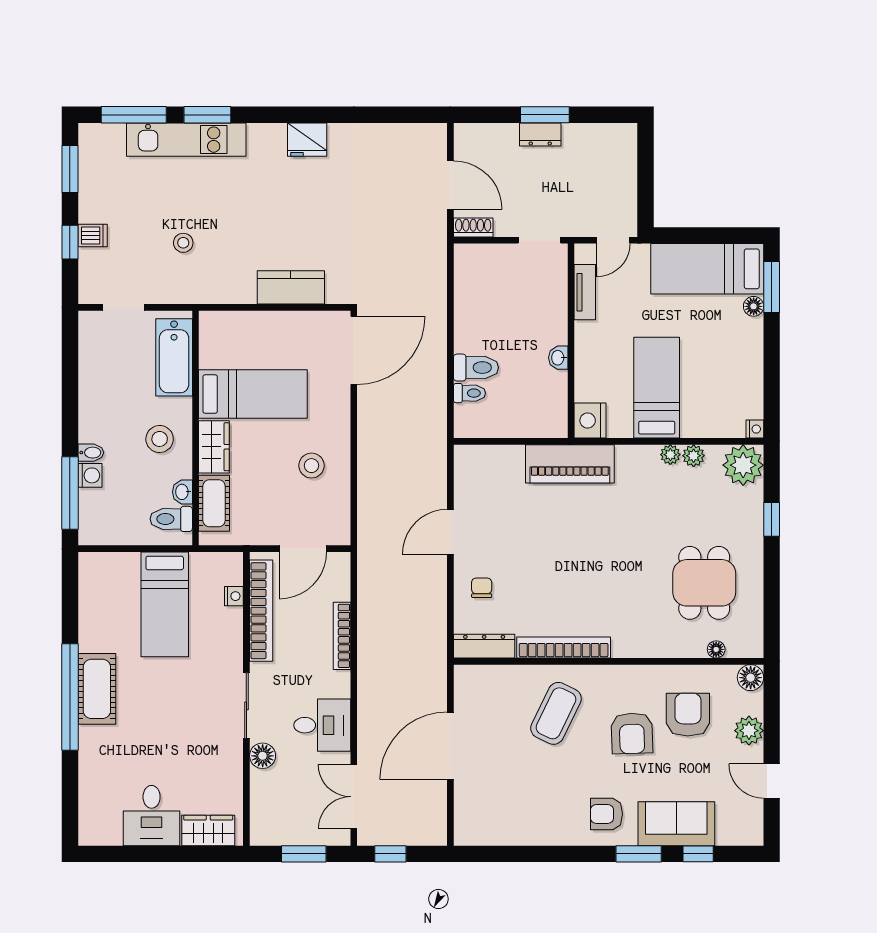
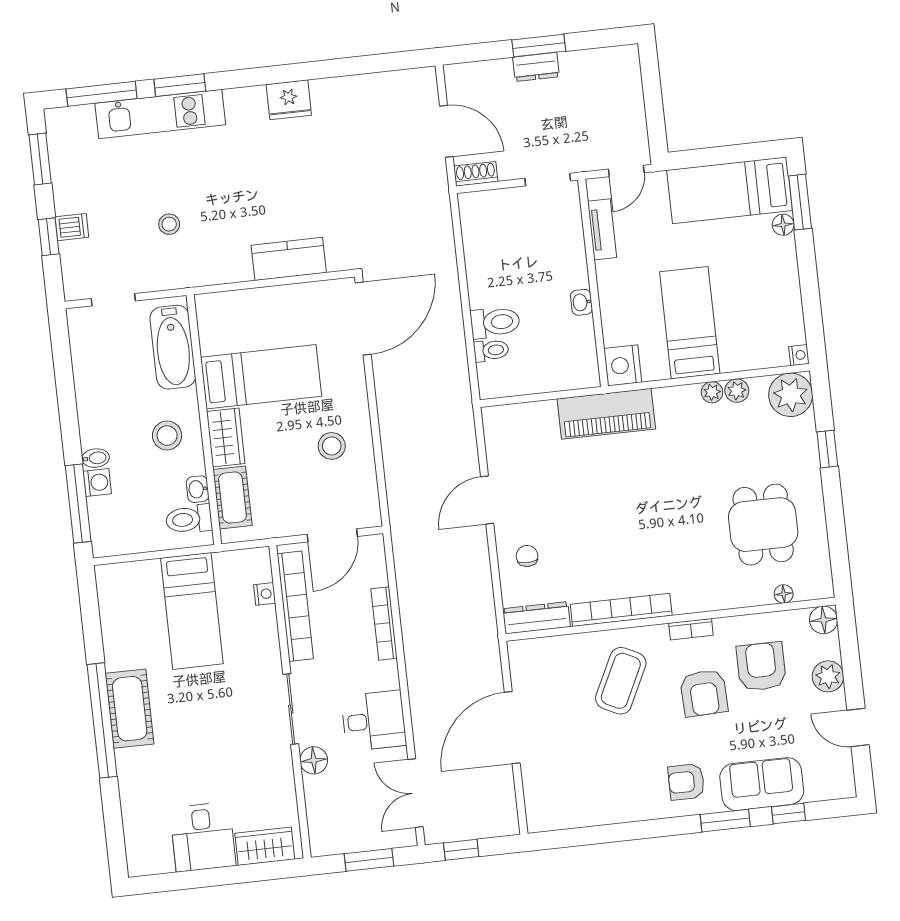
bookcase: (626, 673) -> (691, 629), added

